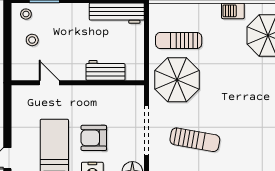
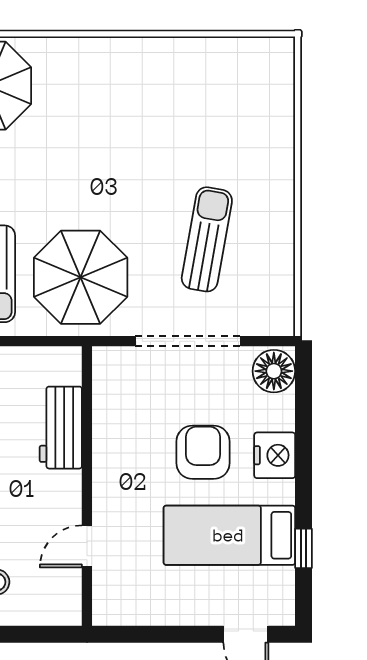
armchair: (94, 138) -> (203, 452), turned 180

